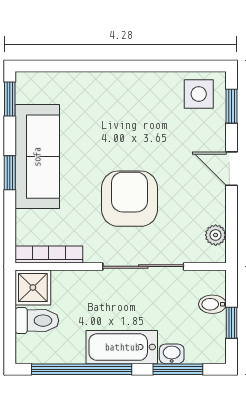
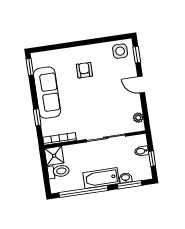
window: (10, 173) -> (37, 117), moved
armchair: (129, 199) -> (84, 70), moved, width x0.53, depth x0.53

